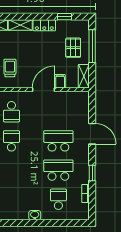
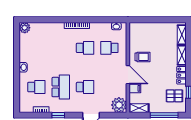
pallet: (73, 48) -> (174, 96), moved
trolley: (10, 68) -> (142, 57), moved
plant: (80, 100) -> (119, 105), added
school desk: (58, 141) -> (85, 87), width x0.54

